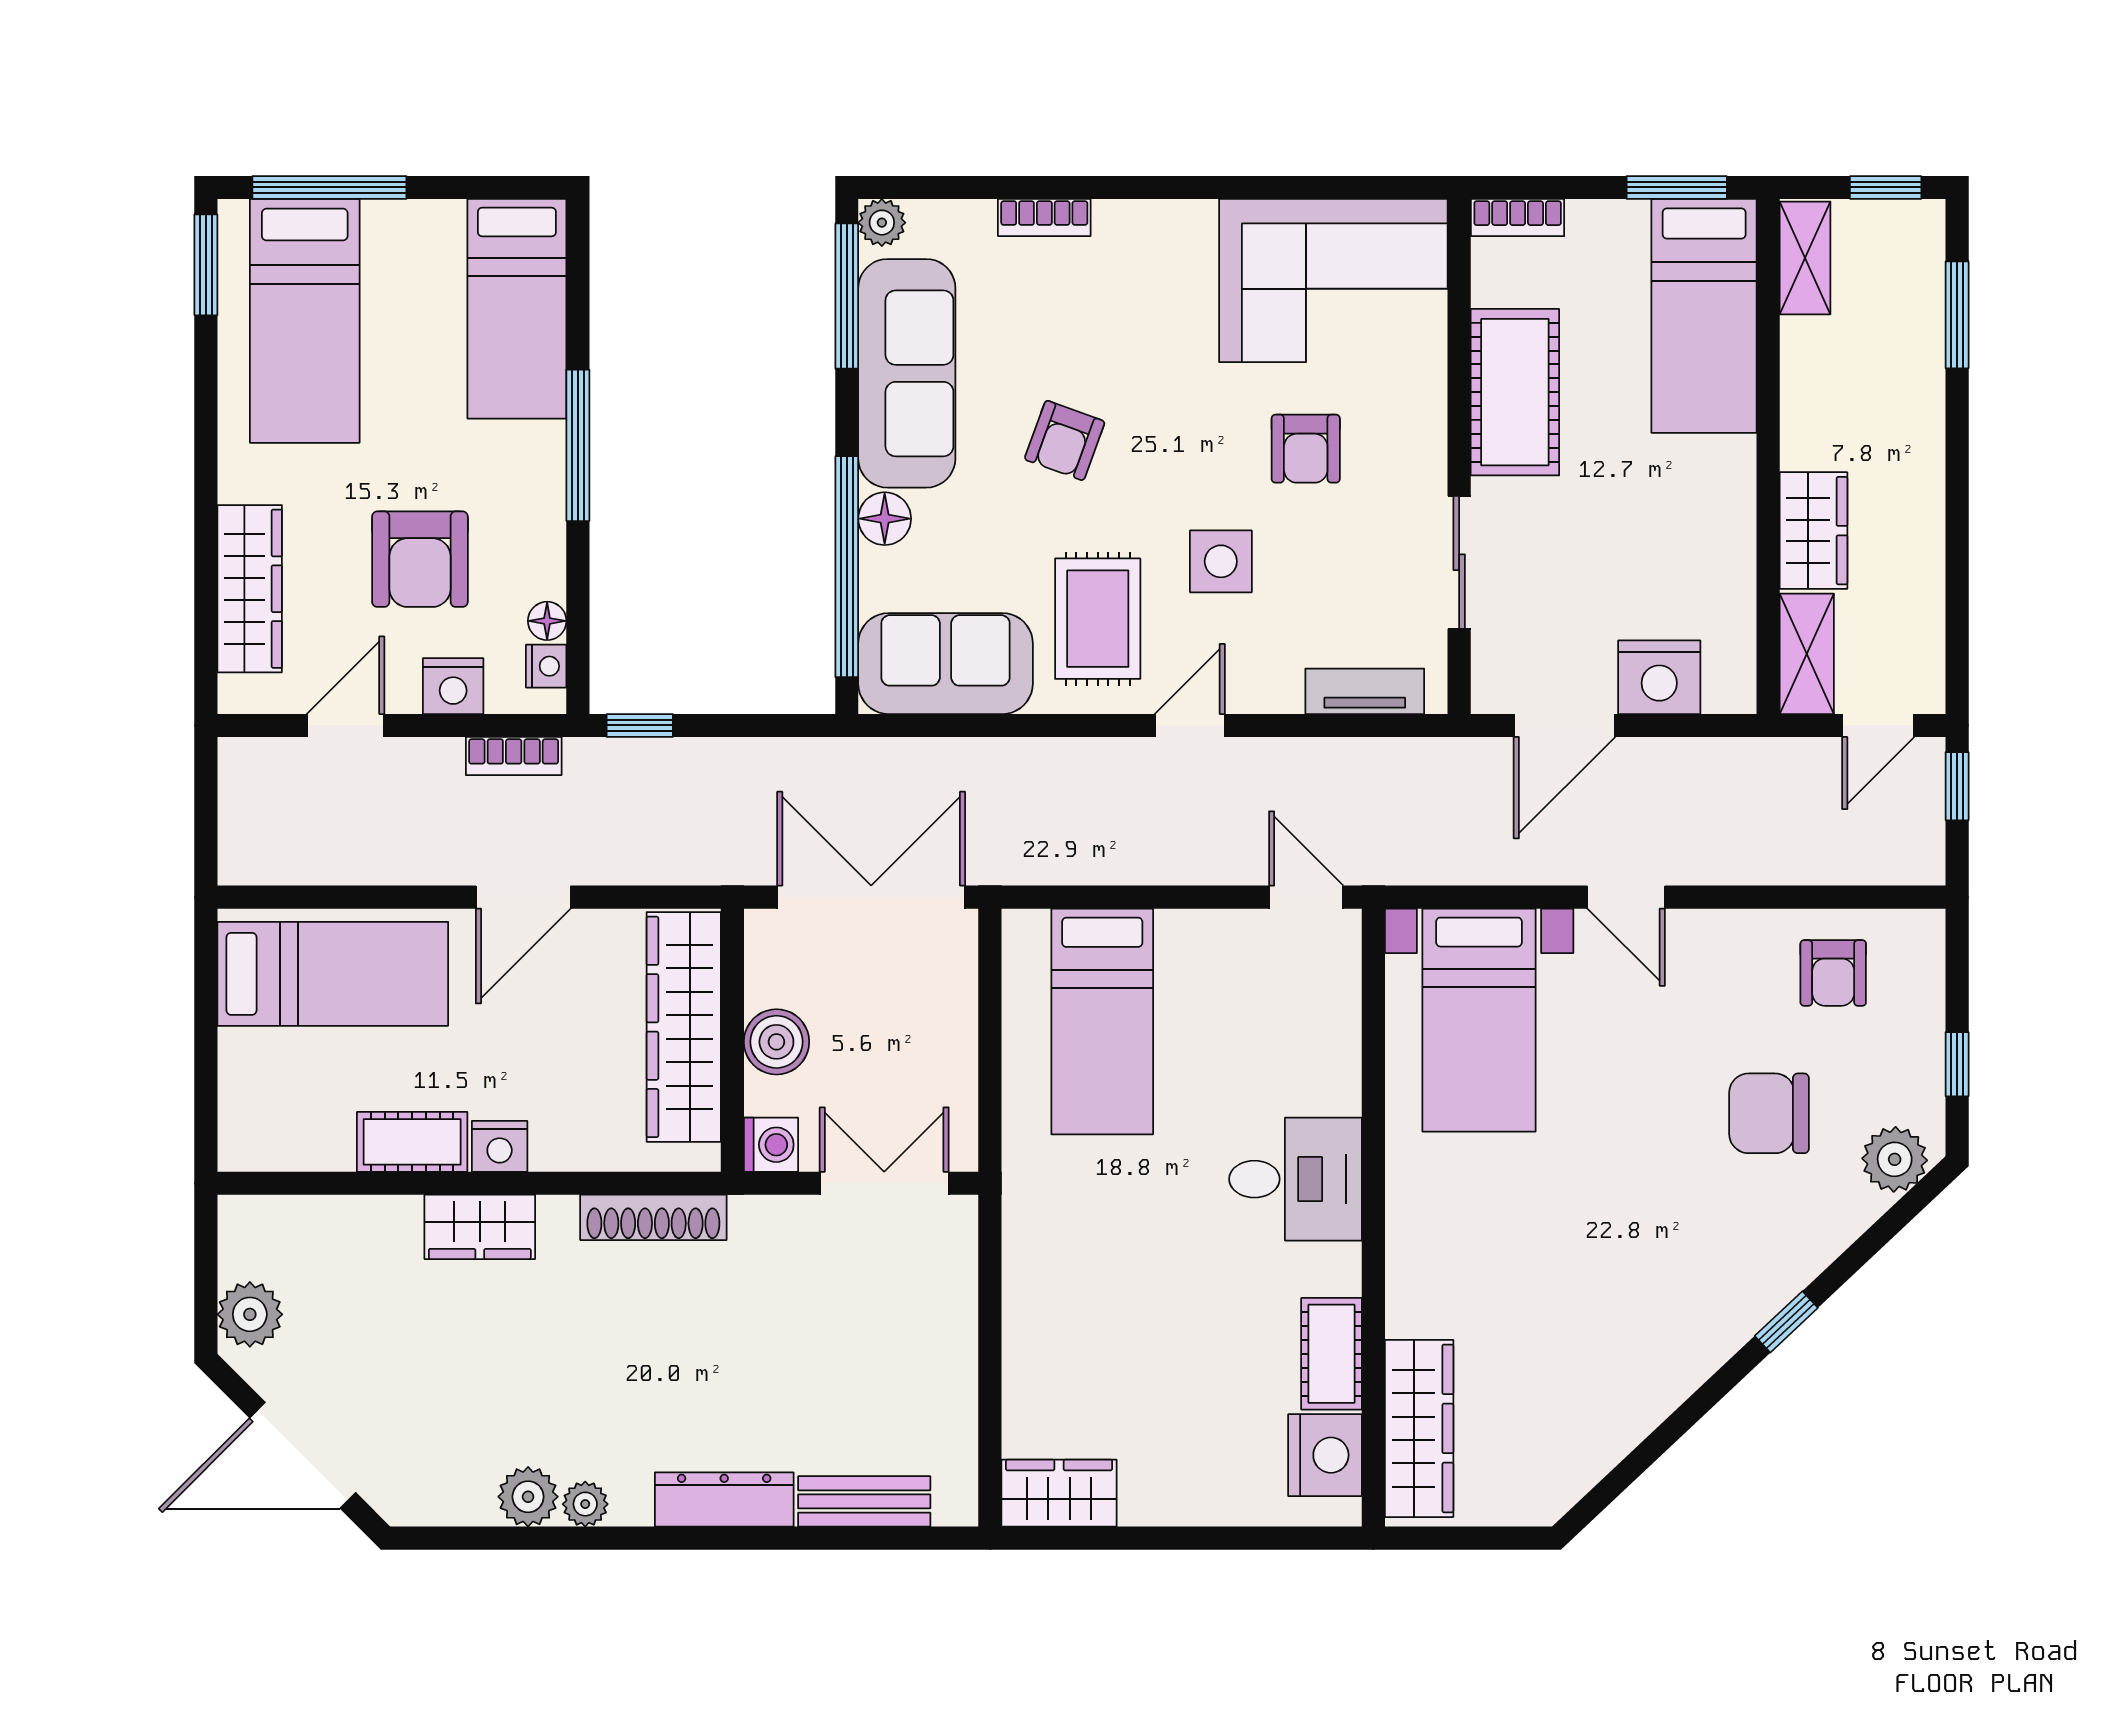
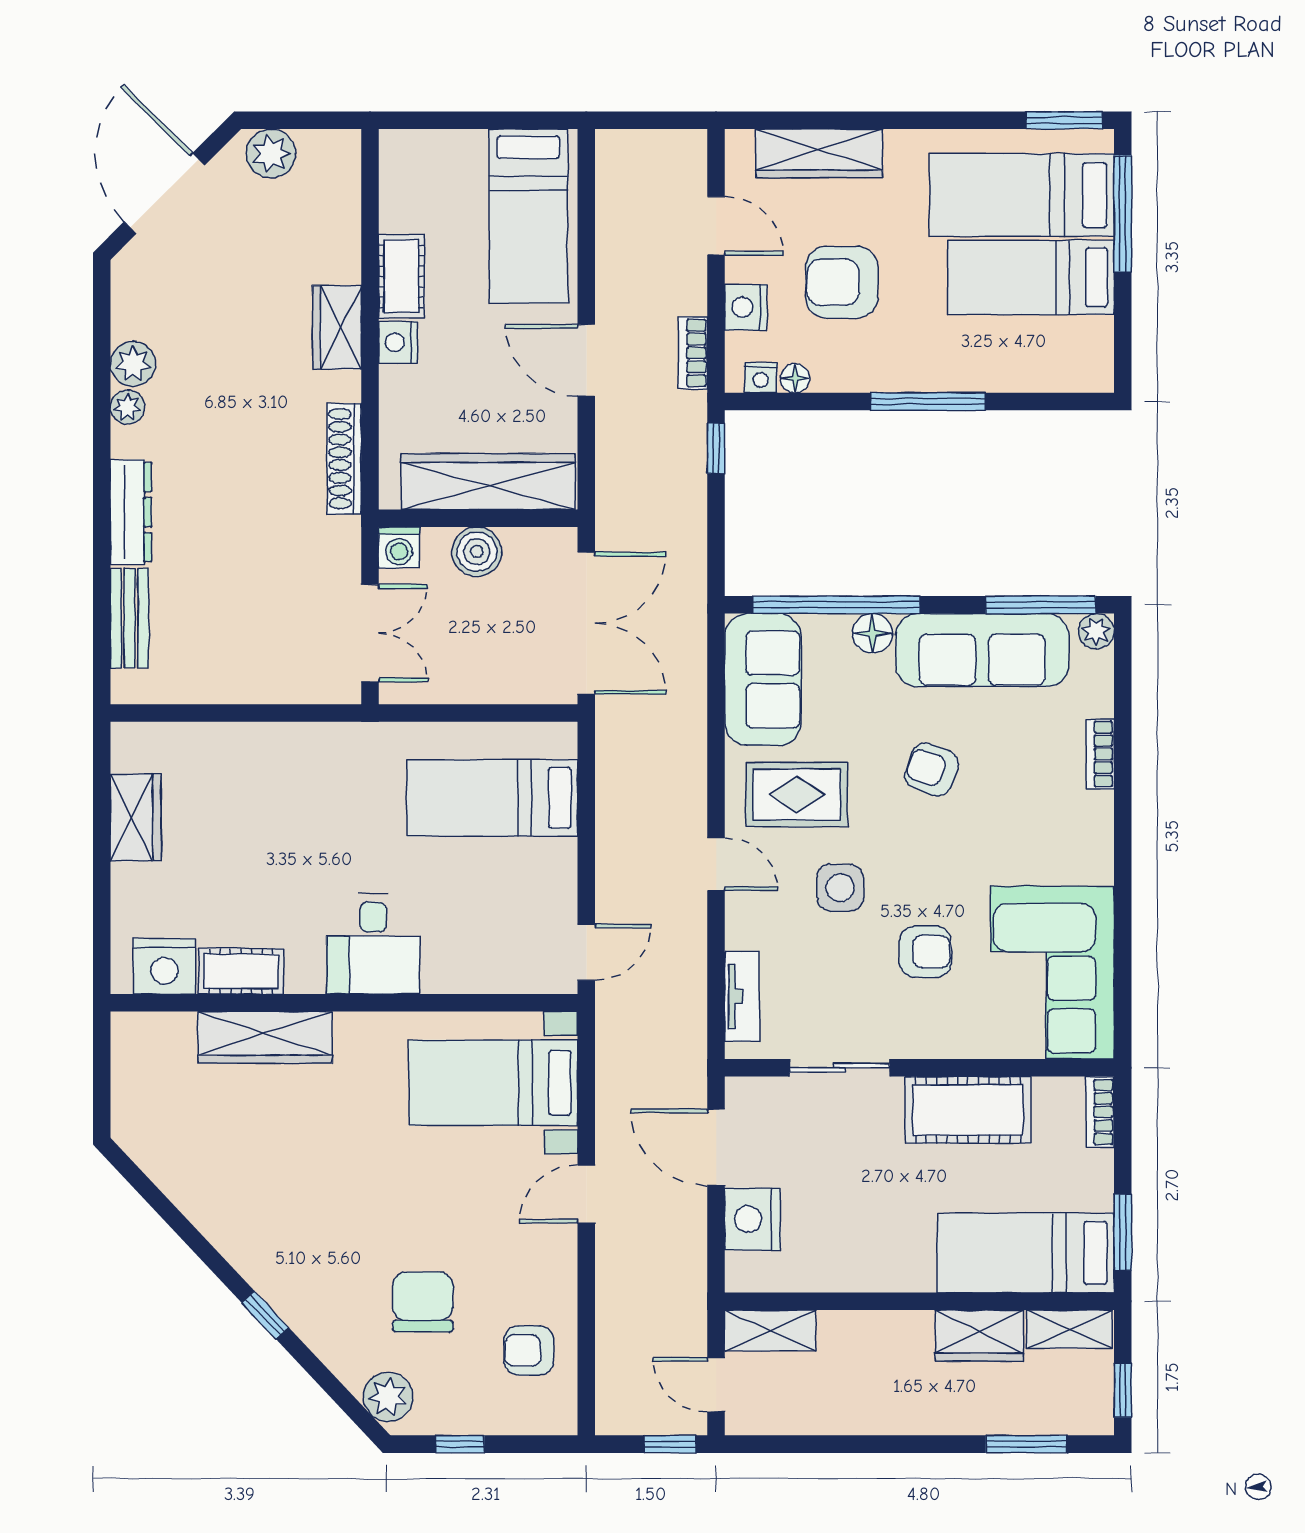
bed: (517, 309) -> (1031, 277), moved
armchair: (1306, 449) -> (925, 952), turned 180
wardrobe: (1814, 531) -> (979, 1336), moved
wardrobe: (1419, 1428) -> (265, 1037), moved
wardrobe: (1059, 1493) -> (136, 817), moved

